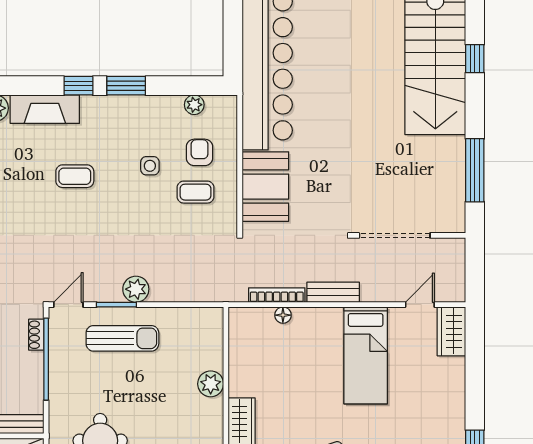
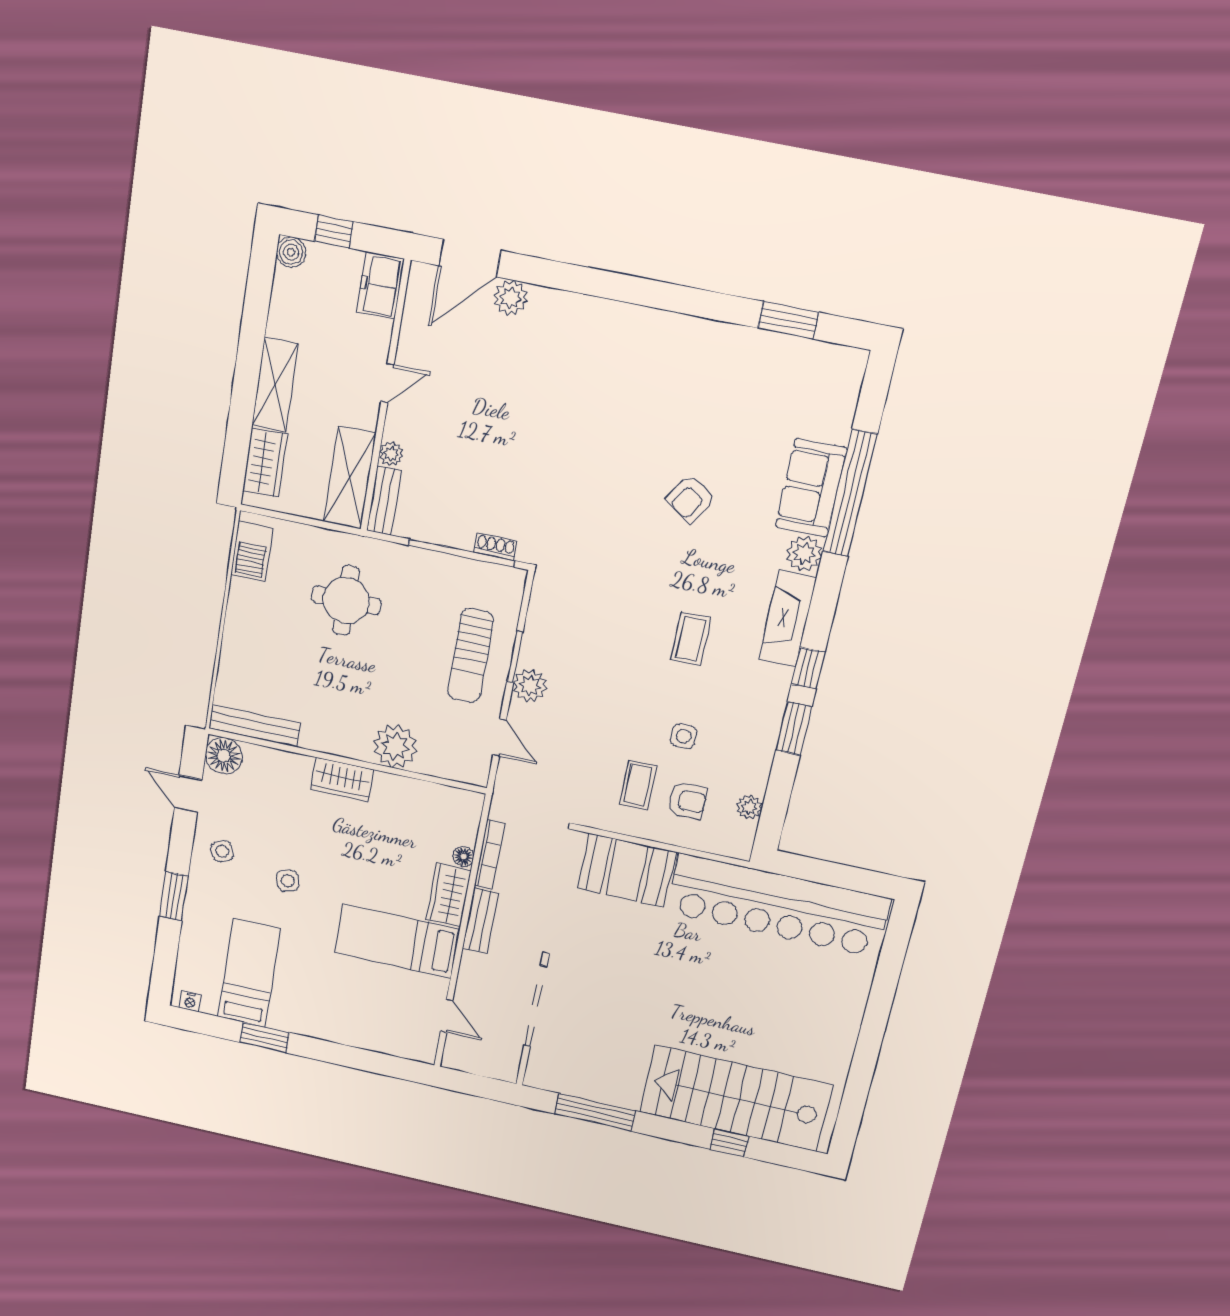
door: (68, 305) -> (500, 738), moved
wardrobe: (451, 331) -> (449, 895), moved, turned -90
plant: (211, 384) -> (395, 746), width x1.36, depth x1.36

